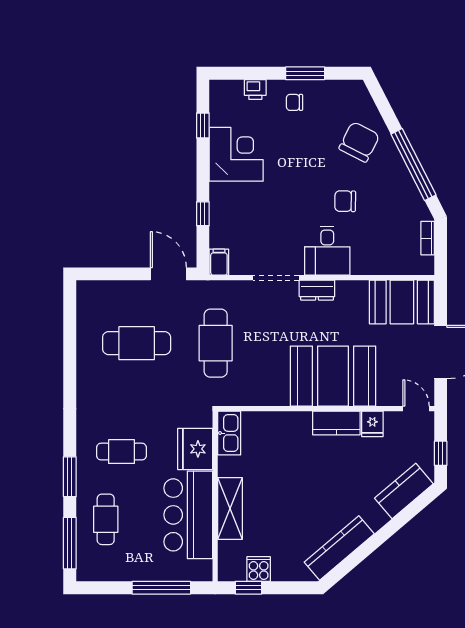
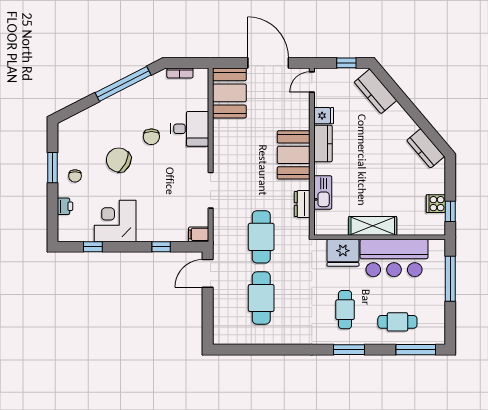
chair: (359, 142) -> (119, 160), moved
desk: (327, 251) -> (190, 129), moved
dresser: (317, 290) -> (302, 204), moved, turned 180
cafe table: (216, 343) -> (261, 237), turned 90
booth: (333, 376) -> (294, 155), width x0.73, depth x0.70
kitchen sink: (229, 433) -> (323, 193), moved, turned 90
window: (70, 477) -> (349, 350), moved
shelving: (230, 509) -> (373, 226), moved
kitchen counter: (339, 548) -> (426, 148), width x0.67

